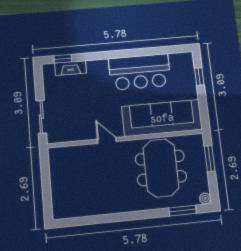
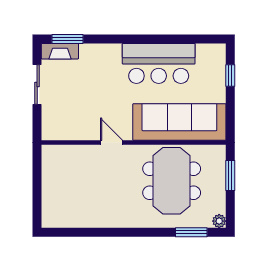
window: (63, 59) -> (68, 39), width x1.50
fireplace: (70, 68) -> (60, 51), moved
sliding door: (41, 117) -> (37, 85), moved

